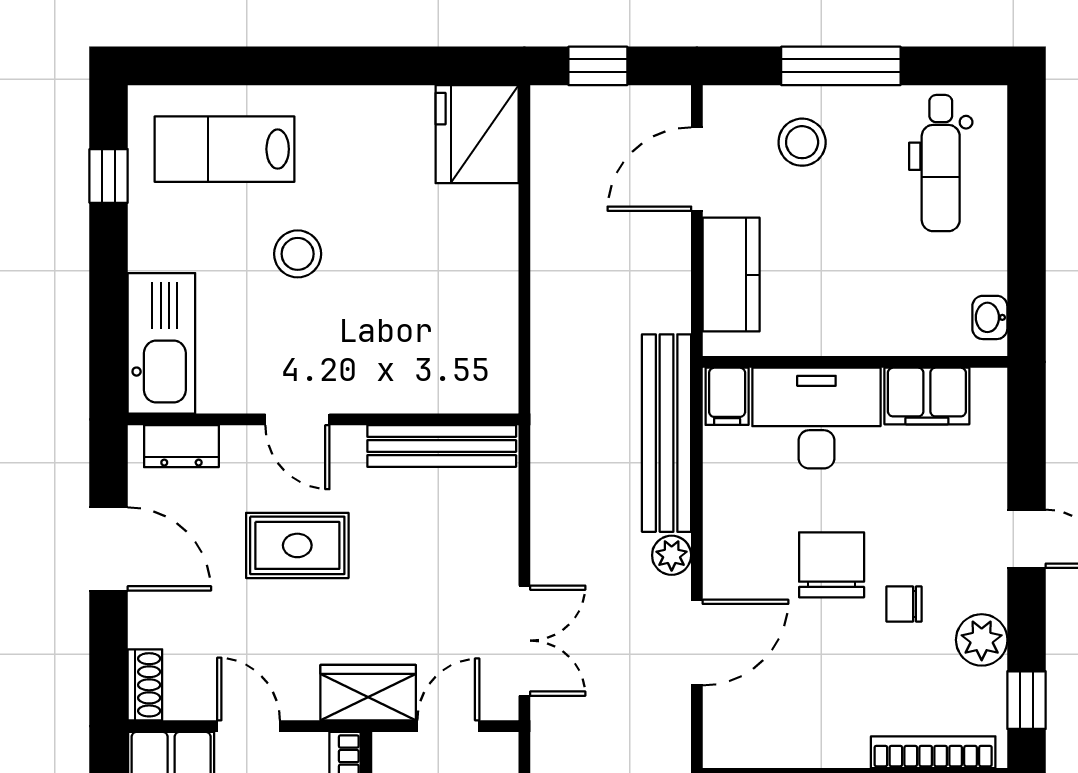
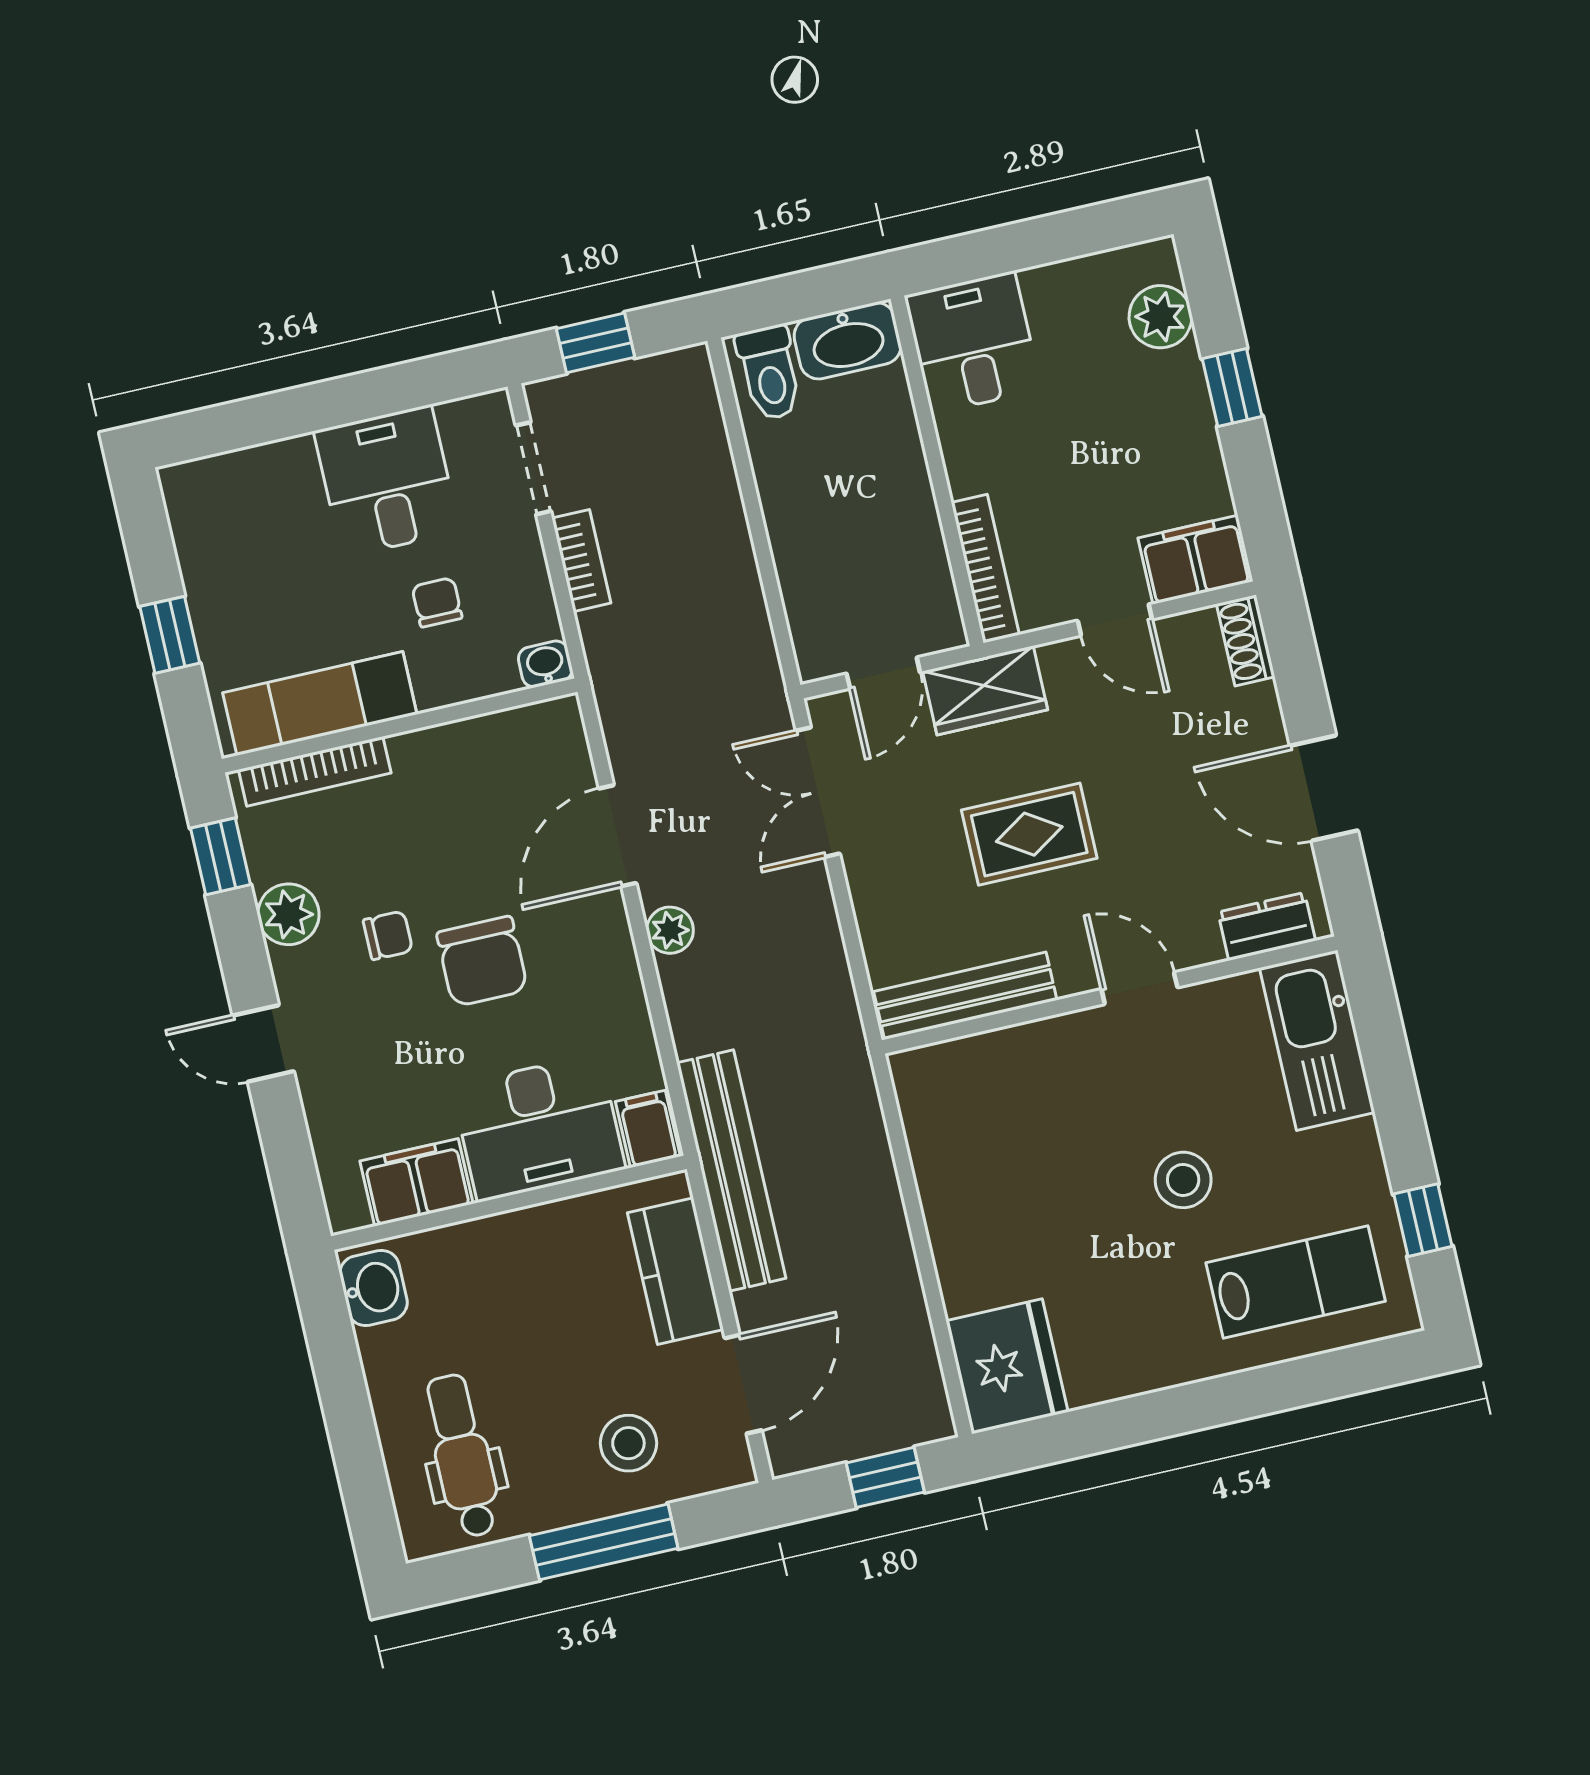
washbasin: (990, 317) -> (374, 1288), width x1.38, depth x1.45
bench: (667, 433) -> (731, 1171), moved
rug: (297, 545) -> (1029, 834), moved

